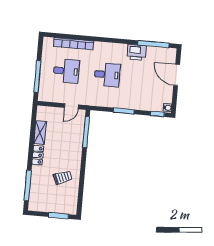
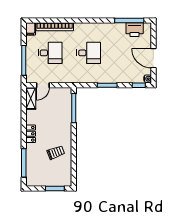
filing cabinet: (48, 44) -> (31, 29), added
printer: (136, 52) -> (135, 30), moved
door: (177, 75) -> (153, 58), moved
door: (71, 106) -> (43, 85), moved
shelving: (40, 133) -> (31, 98), moved

